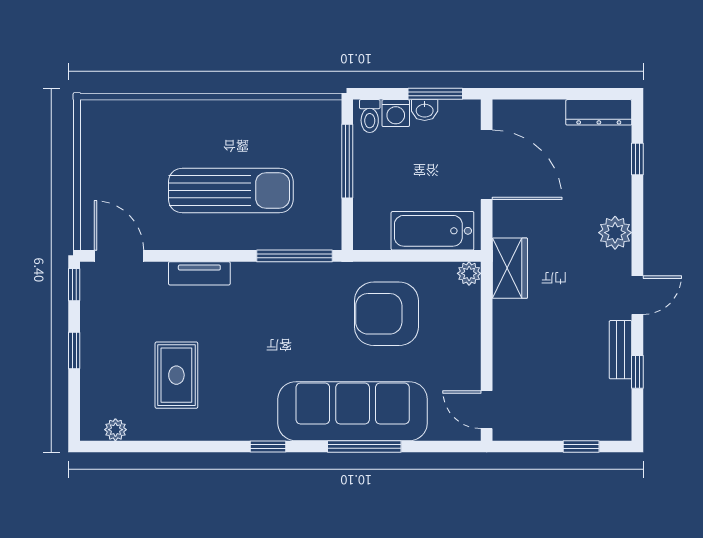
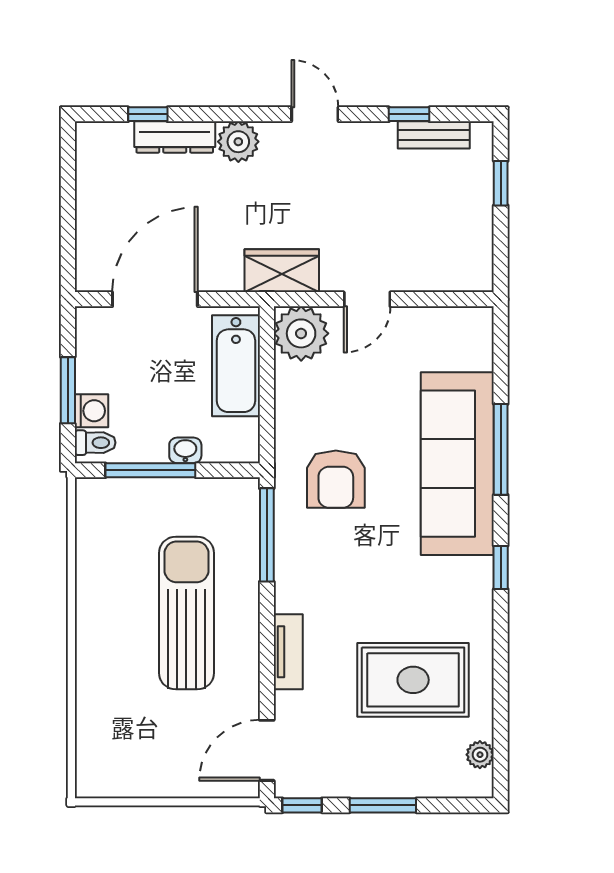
window: (435, 94) -> (68, 390), moved
washbasin: (425, 110) -> (185, 450), moved, turned -90
dresser: (599, 112) -> (175, 137), moved, turned 90
plant: (469, 273) -> (301, 333), width x1.87, depth x1.87
armchair: (386, 314) -> (336, 479), moved, width x0.73, depth x0.73
bench: (621, 350) -> (434, 135), moved
window: (74, 351) -> (383, 805), width x1.50
rug: (176, 375) -> (413, 680), width x1.36, depth x1.43
door: (487, 410) -> (367, 299), moved

